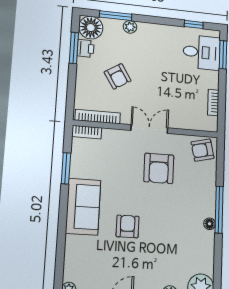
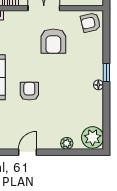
window: (219, 210) -> (106, 72), width x0.46

